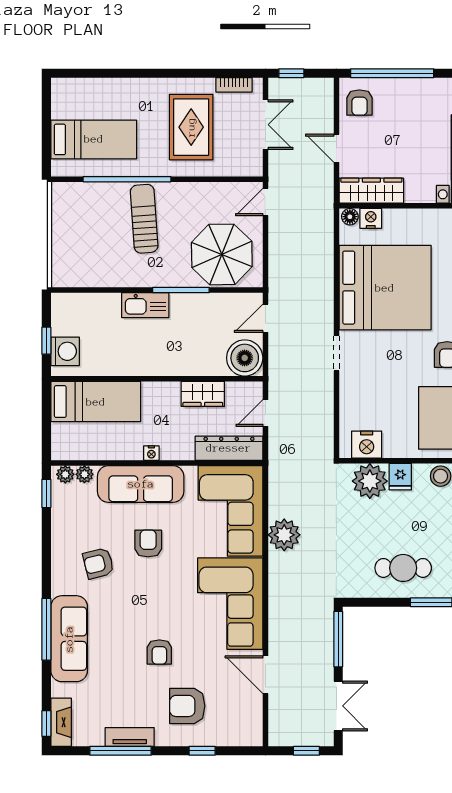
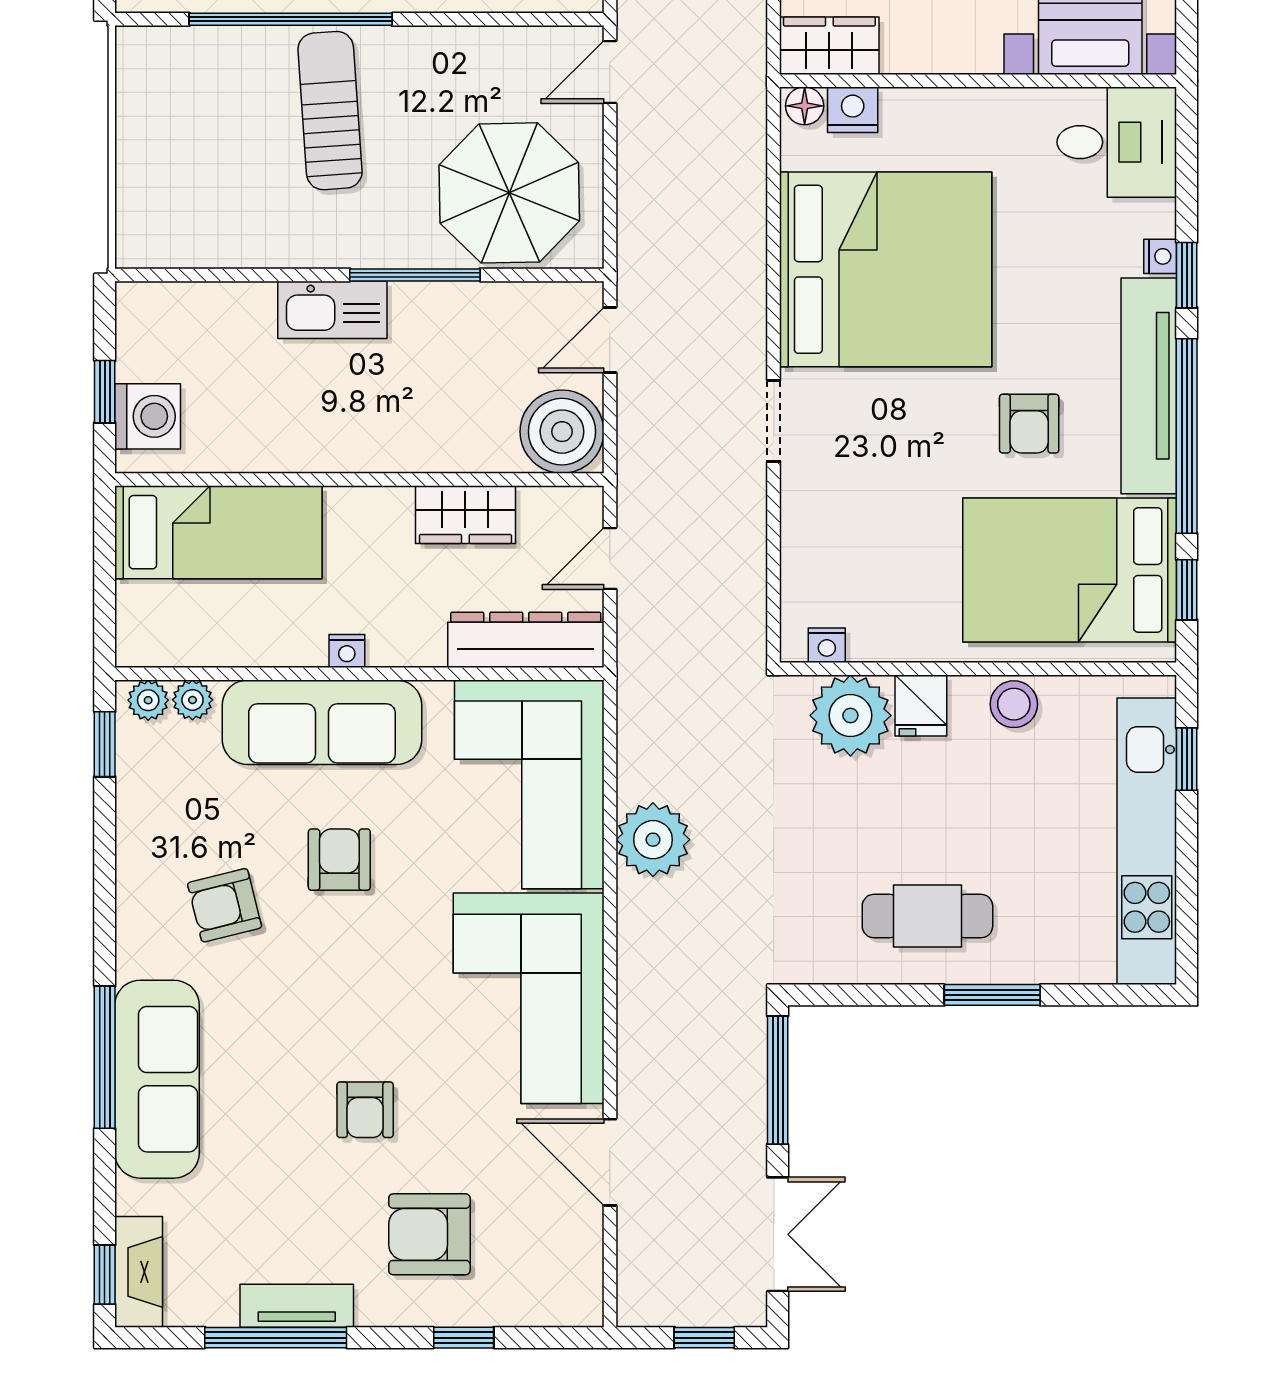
wardrobe: (371, 191) -> (829, 46), width x0.67
nightstand: (367, 445) -> (827, 645), width x0.53, depth x0.56

